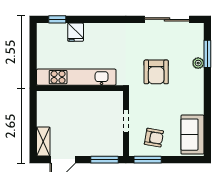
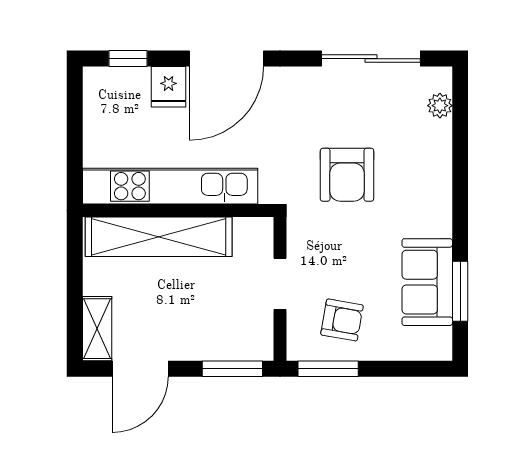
door: (102, 19) -> (226, 59), added
window: (207, 54) -> (460, 291), moved
plant: (198, 63) -> (440, 106), moved
shelving: (71, 100) -> (159, 237), added
sofa: (192, 135) -> (427, 282), moved

